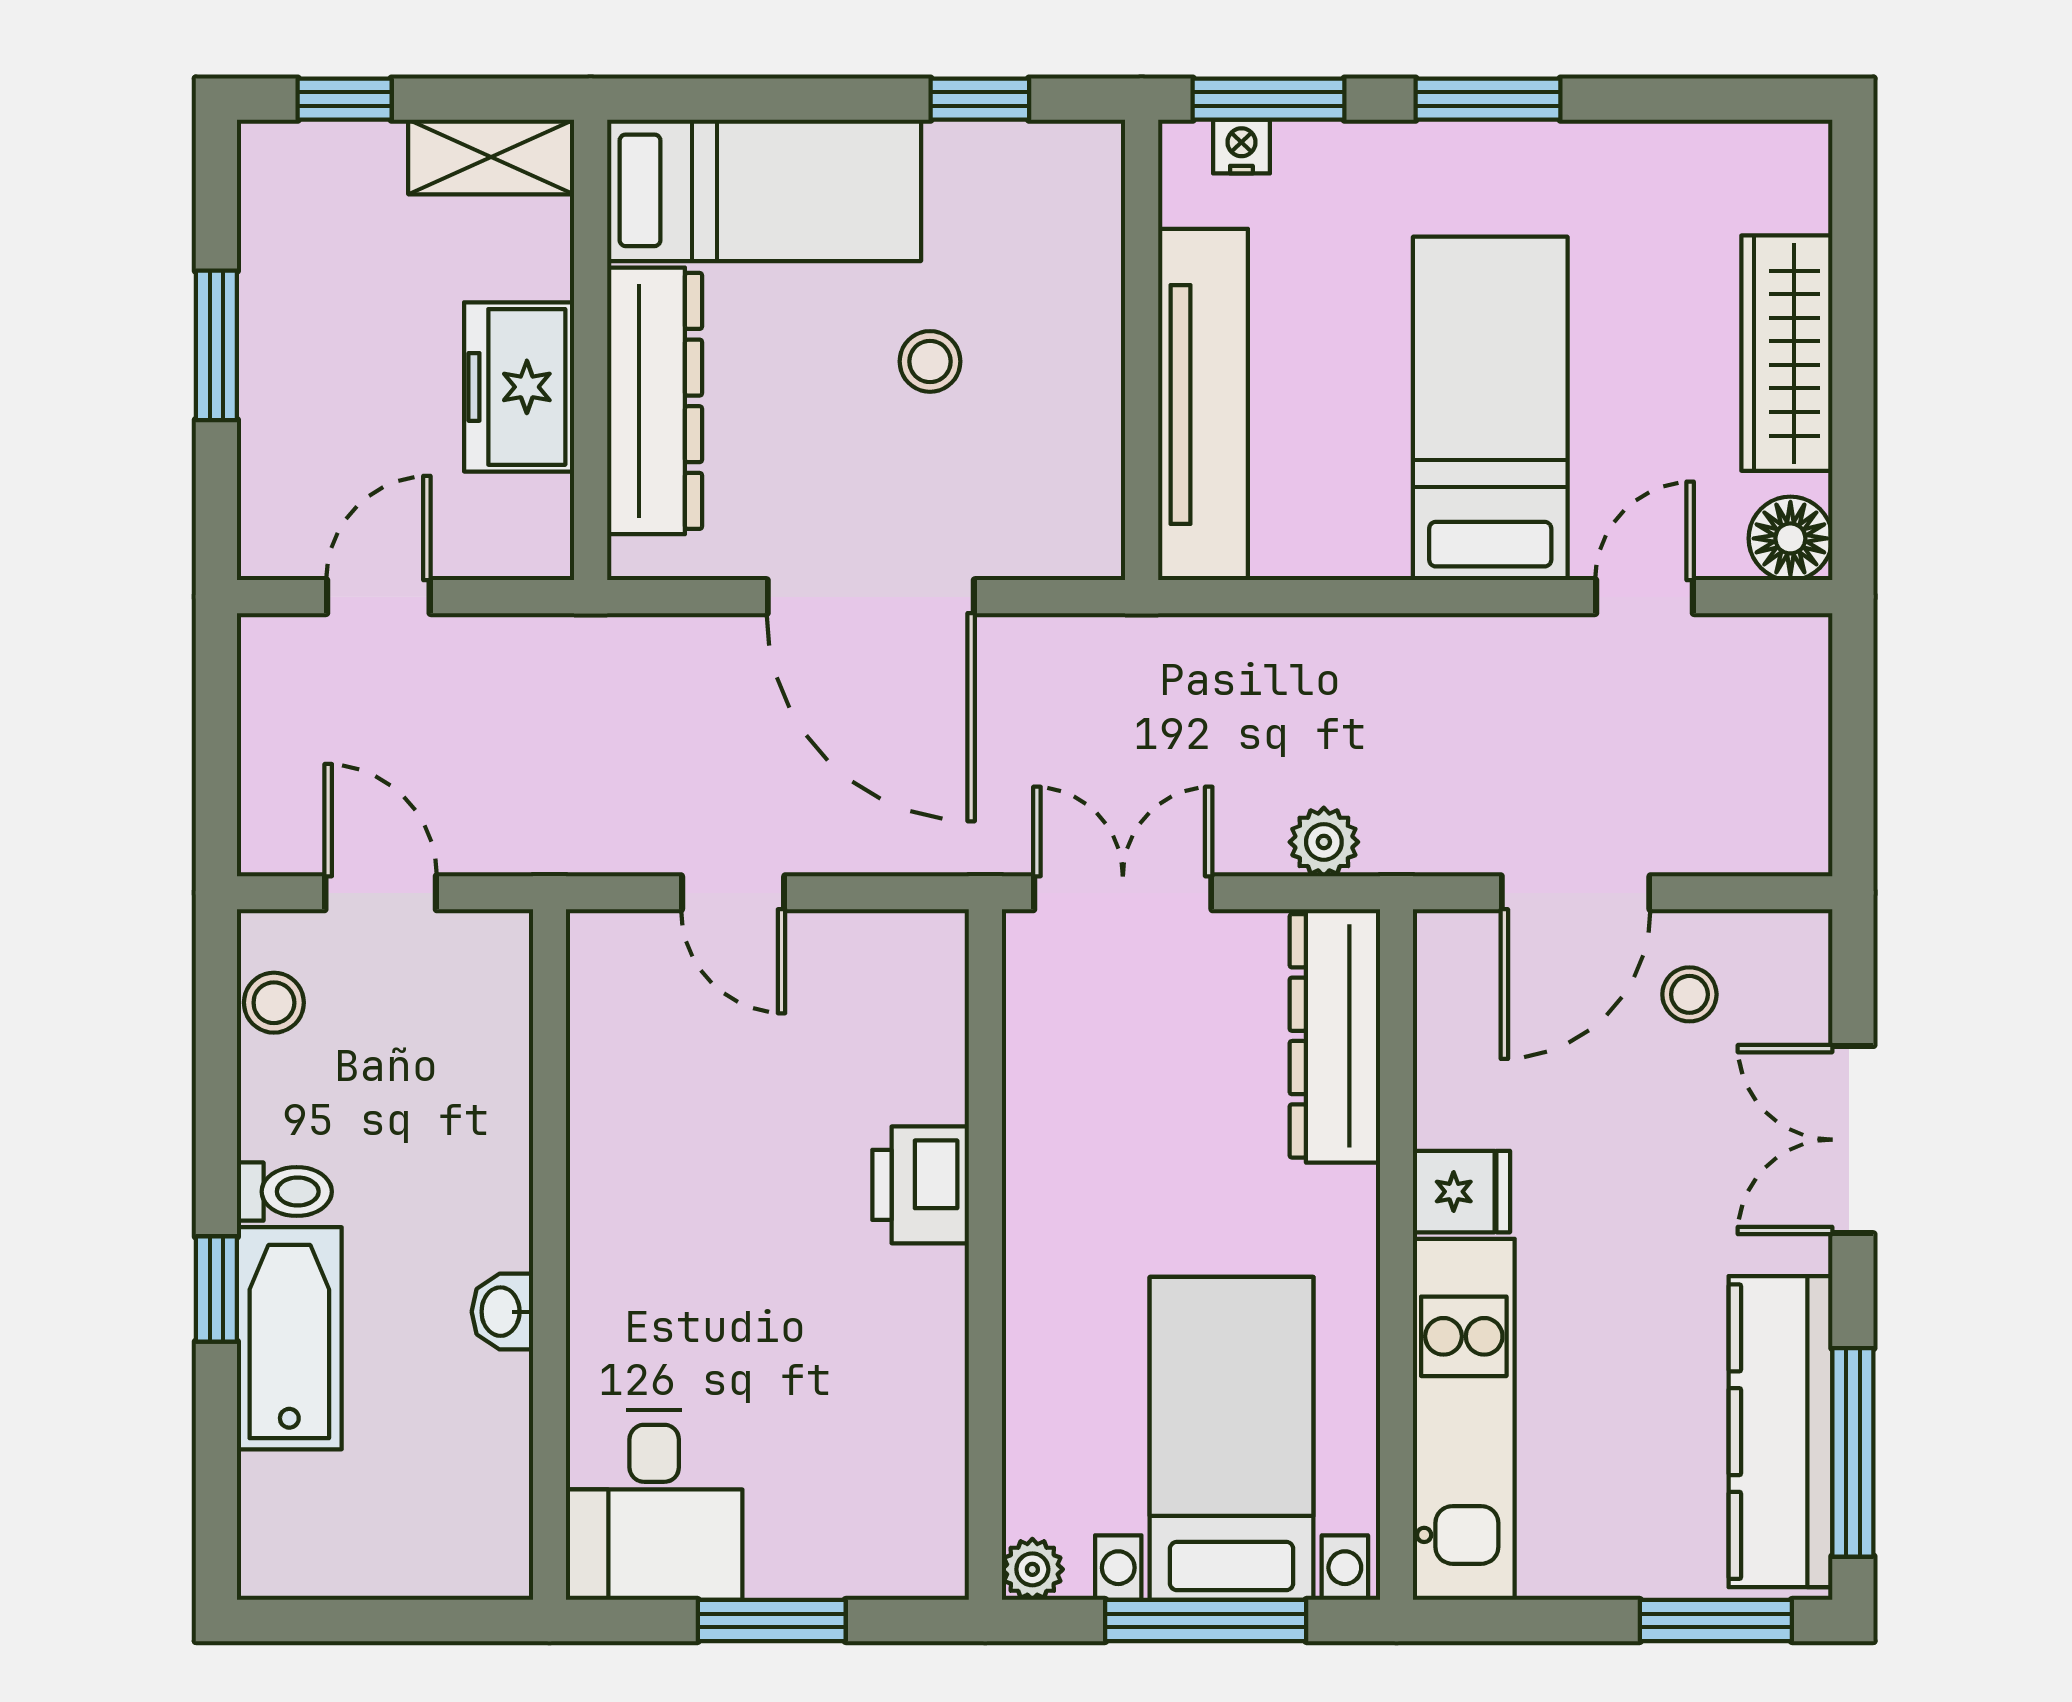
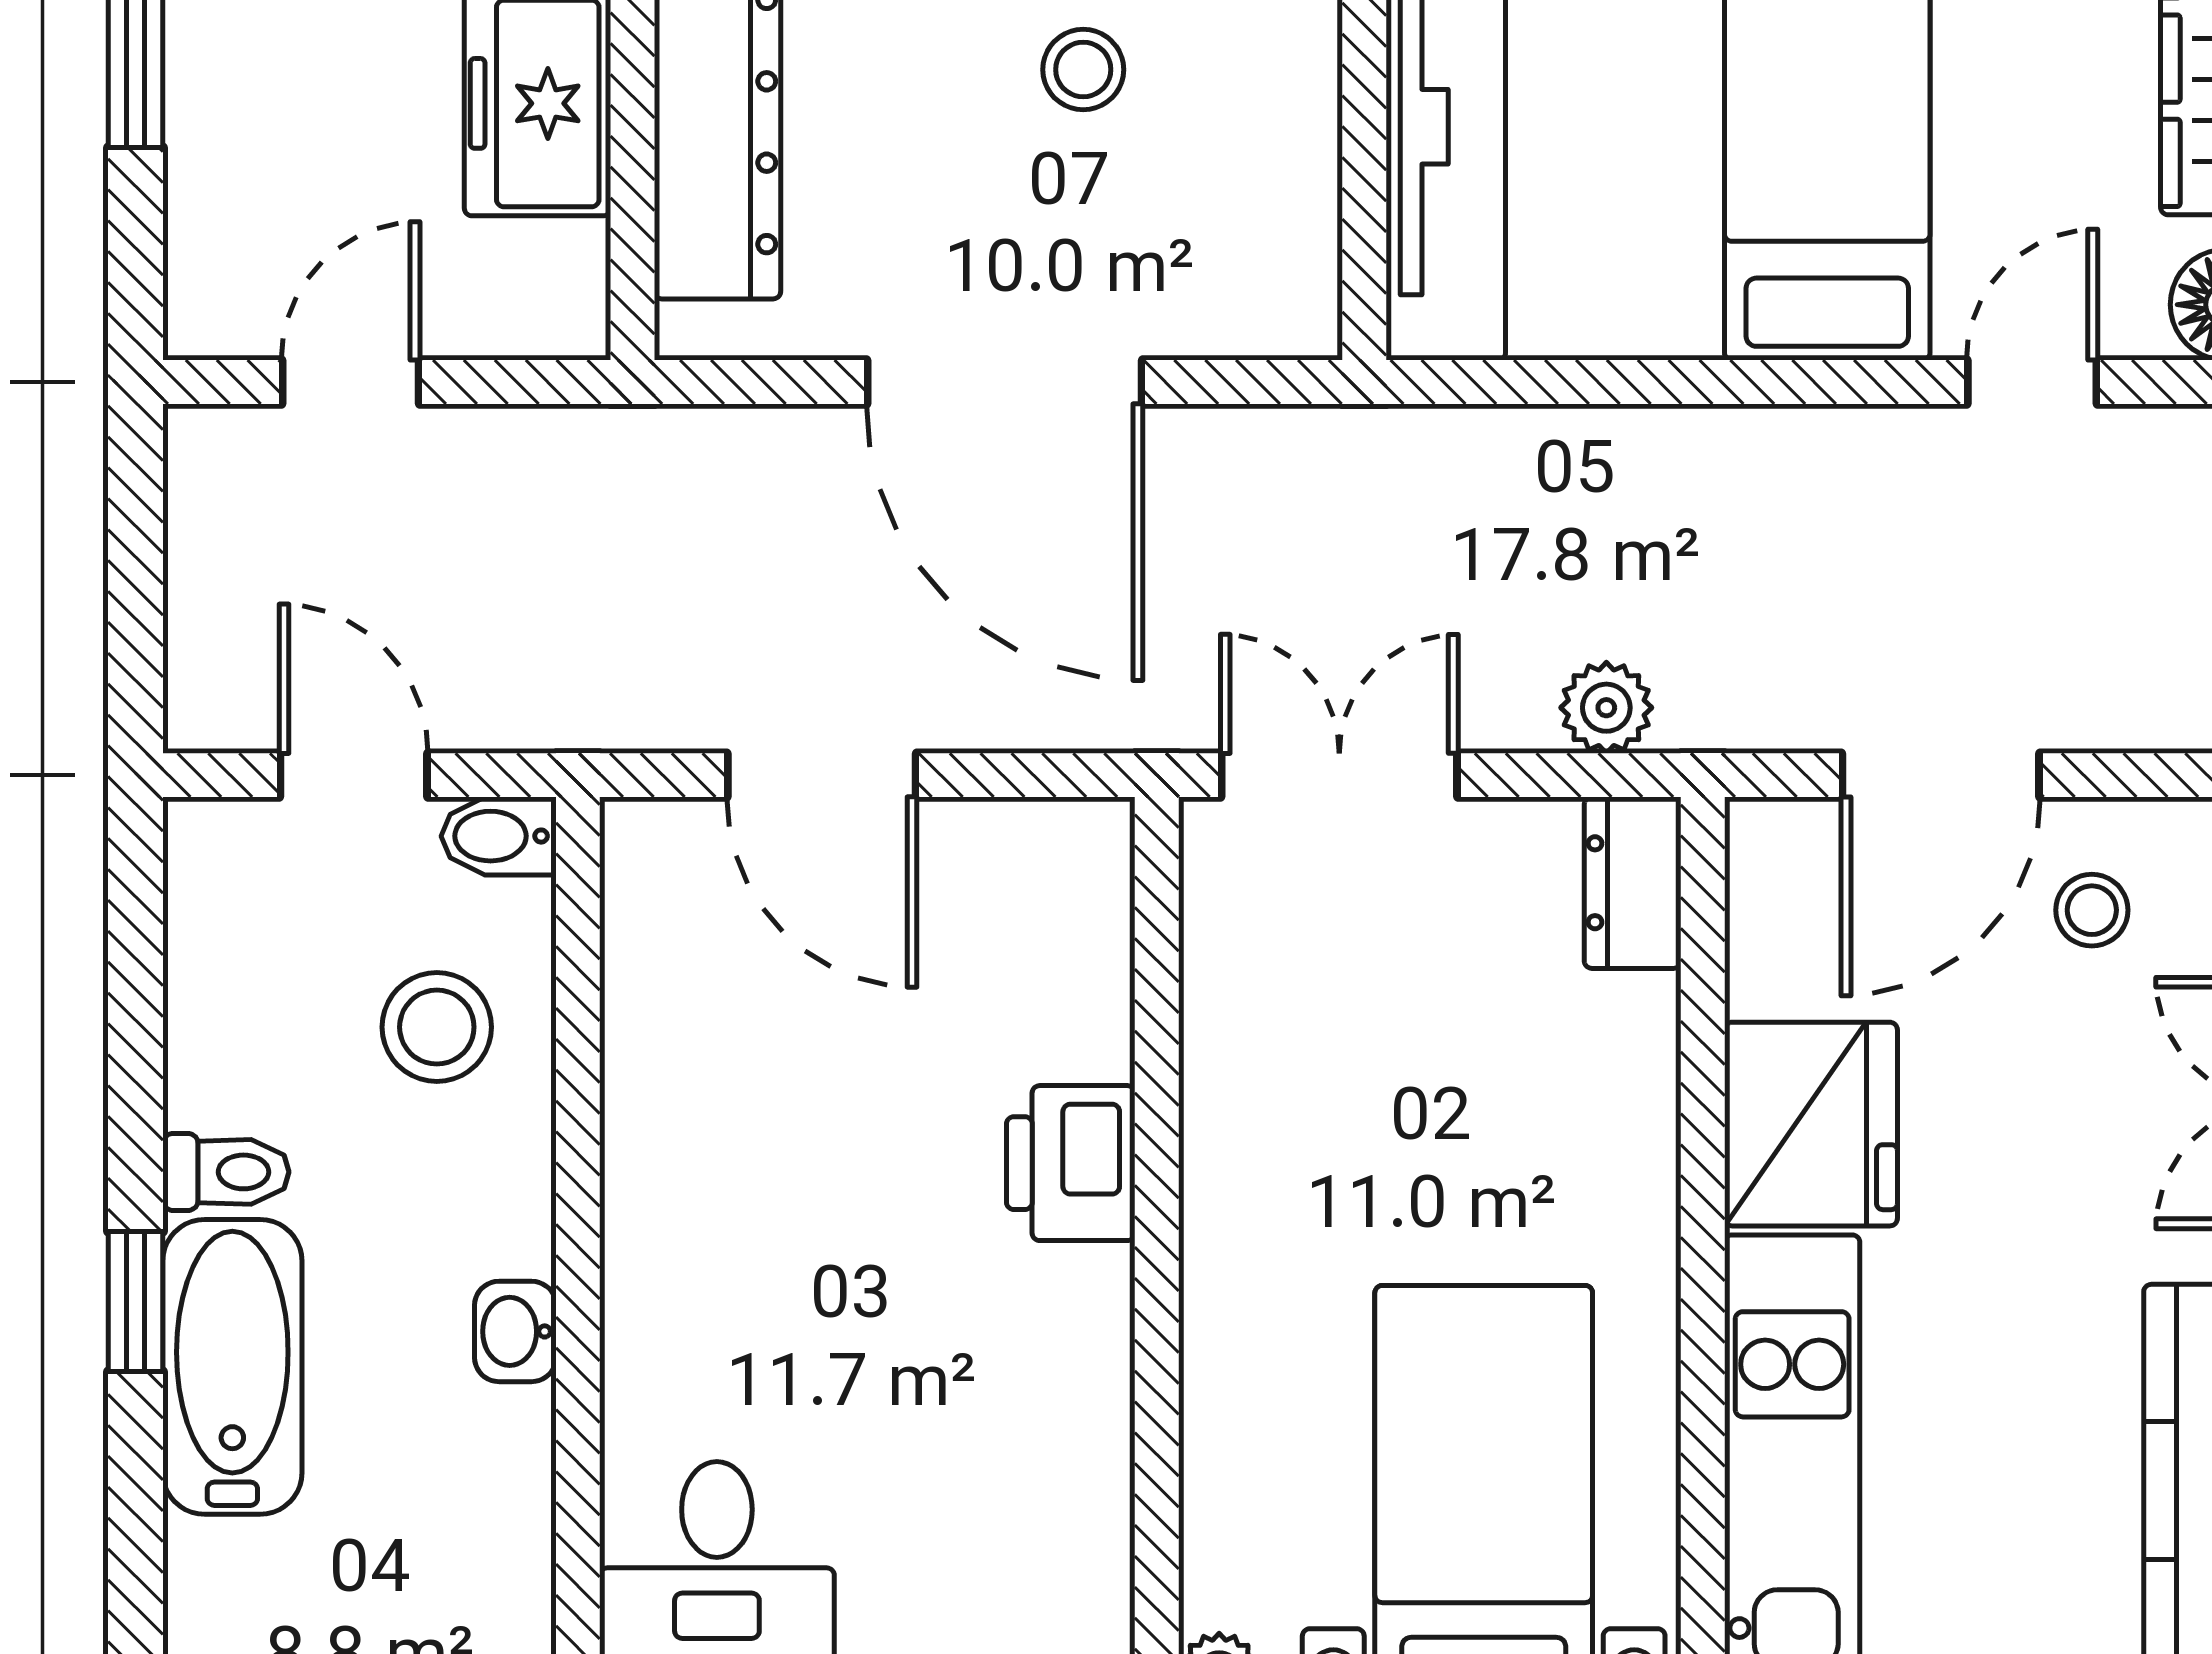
door: (733, 893) -> (822, 775), width x1.38
bidet: (490, 939) -> (499, 836), added
stool: (274, 1003) -> (437, 1027), moved, width x1.37, depth x1.37
dresser: (1335, 1036) -> (1633, 883), width x0.51, depth x0.80
fridge: (1462, 1192) -> (1811, 1124), width x1.88, depth x1.34

